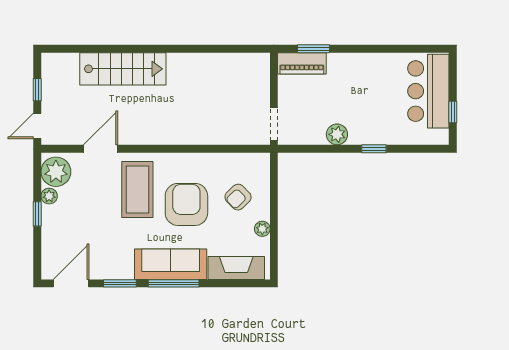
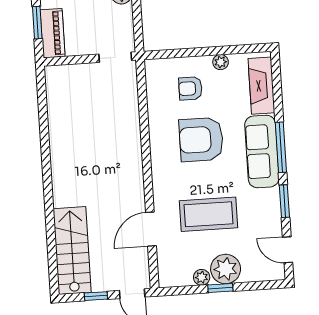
stairs: (123, 69) -> (72, 251), moved
door: (100, 149) -> (151, 229), hinge flipped
plant: (56, 172) -> (226, 269), moved
coffee table: (137, 190) -> (208, 214), moved
armchair: (238, 197) -> (190, 88), turned 134
door: (71, 283) -> (288, 250), width x0.73

